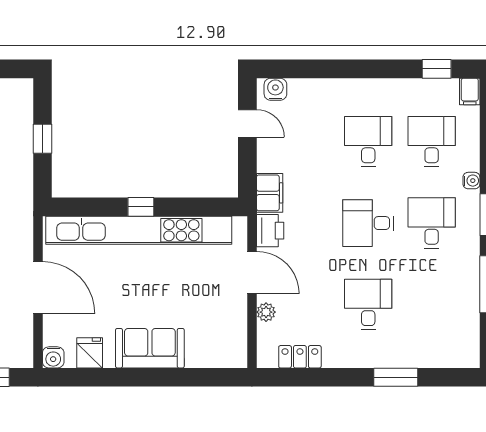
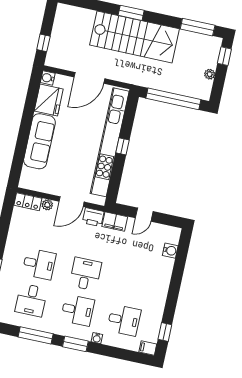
water cooler: (275, 89) -> (170, 251), moved
door: (247, 123) -> (144, 215), moved
window: (43, 139) -> (173, 99), width x3.17
desk: (368, 142) -> (31, 300), moved, turned 90
sofa: (150, 348) -> (39, 141), width x1.36
fridge: (90, 353) -> (49, 100), width x1.88, depth x1.34
locker: (300, 357) -> (28, 202), moved, turned 90

